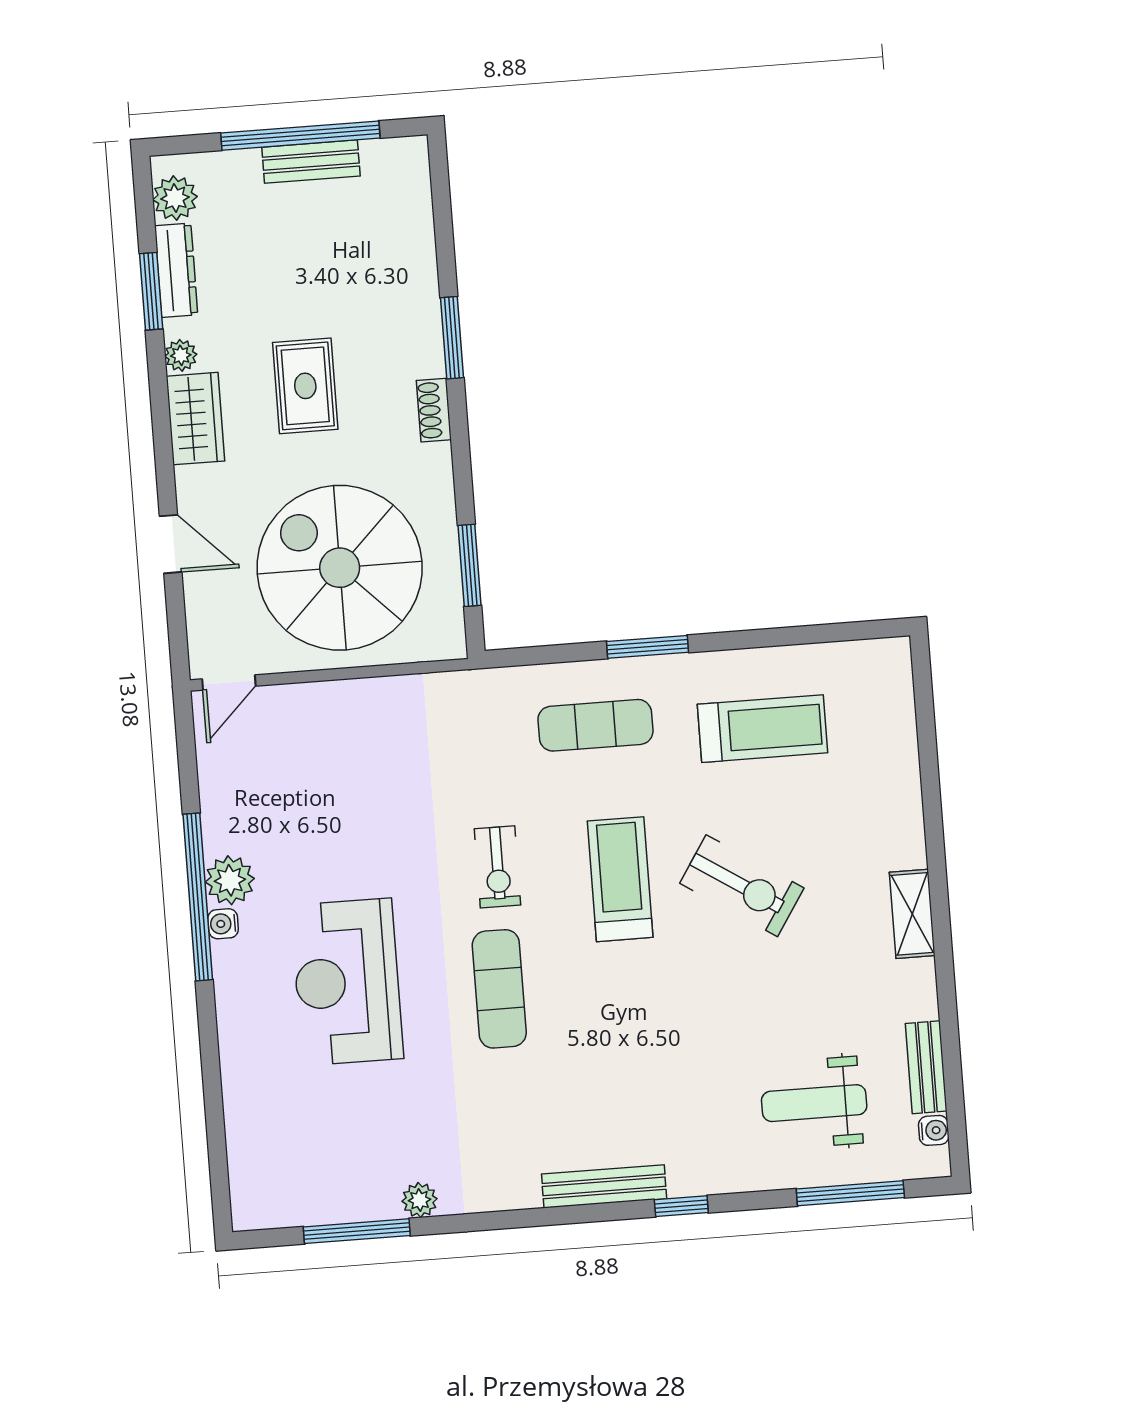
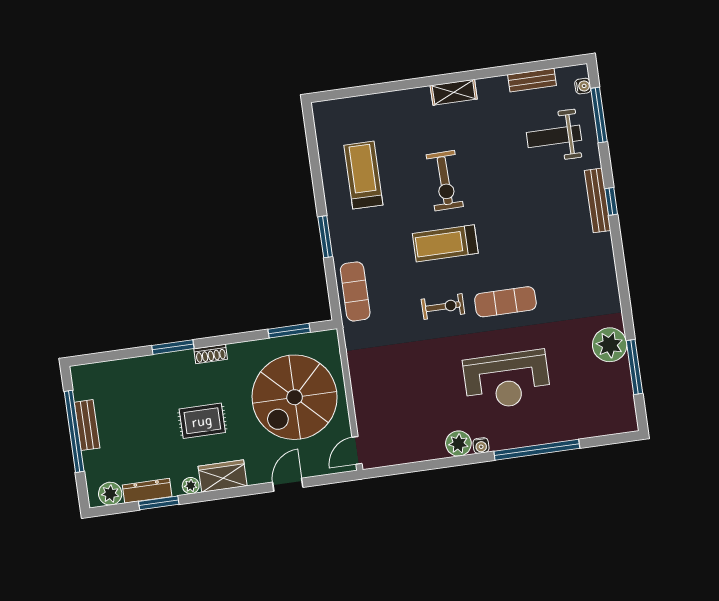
door: (229, 683) -> (357, 450), swing flipped
exercise mat: (595, 725) -> (355, 291), moved
exercise bike: (742, 886) -> (445, 181), turned 146
window: (198, 897) -> (537, 450), moved
weight bench: (814, 1103) -> (554, 136), turned 90
water cooler: (934, 1130) -> (583, 86), moved, turned 90
bench: (604, 1186) -> (598, 200), moved
plant: (420, 1200) -> (610, 345), width x1.87, depth x1.87

